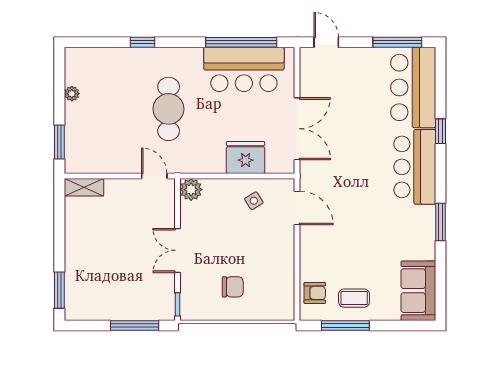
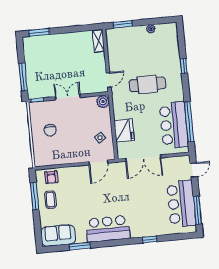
bar counter: (413, 87) -> (181, 204), moved, turned -90
bar counter: (415, 167) -> (108, 229), moved
window: (441, 222) -> (80, 246), moved

